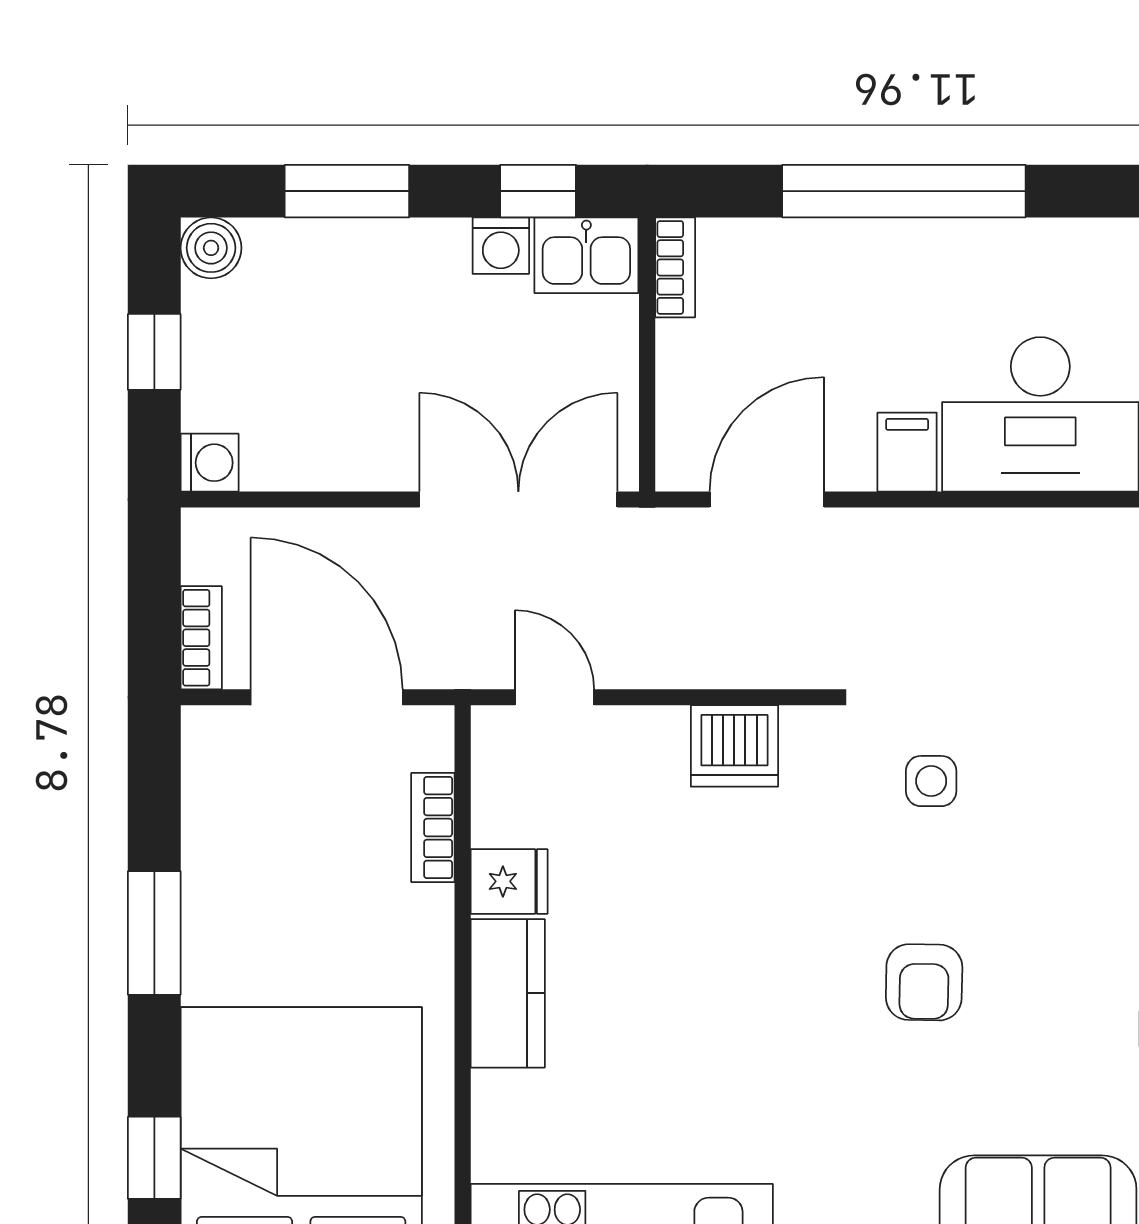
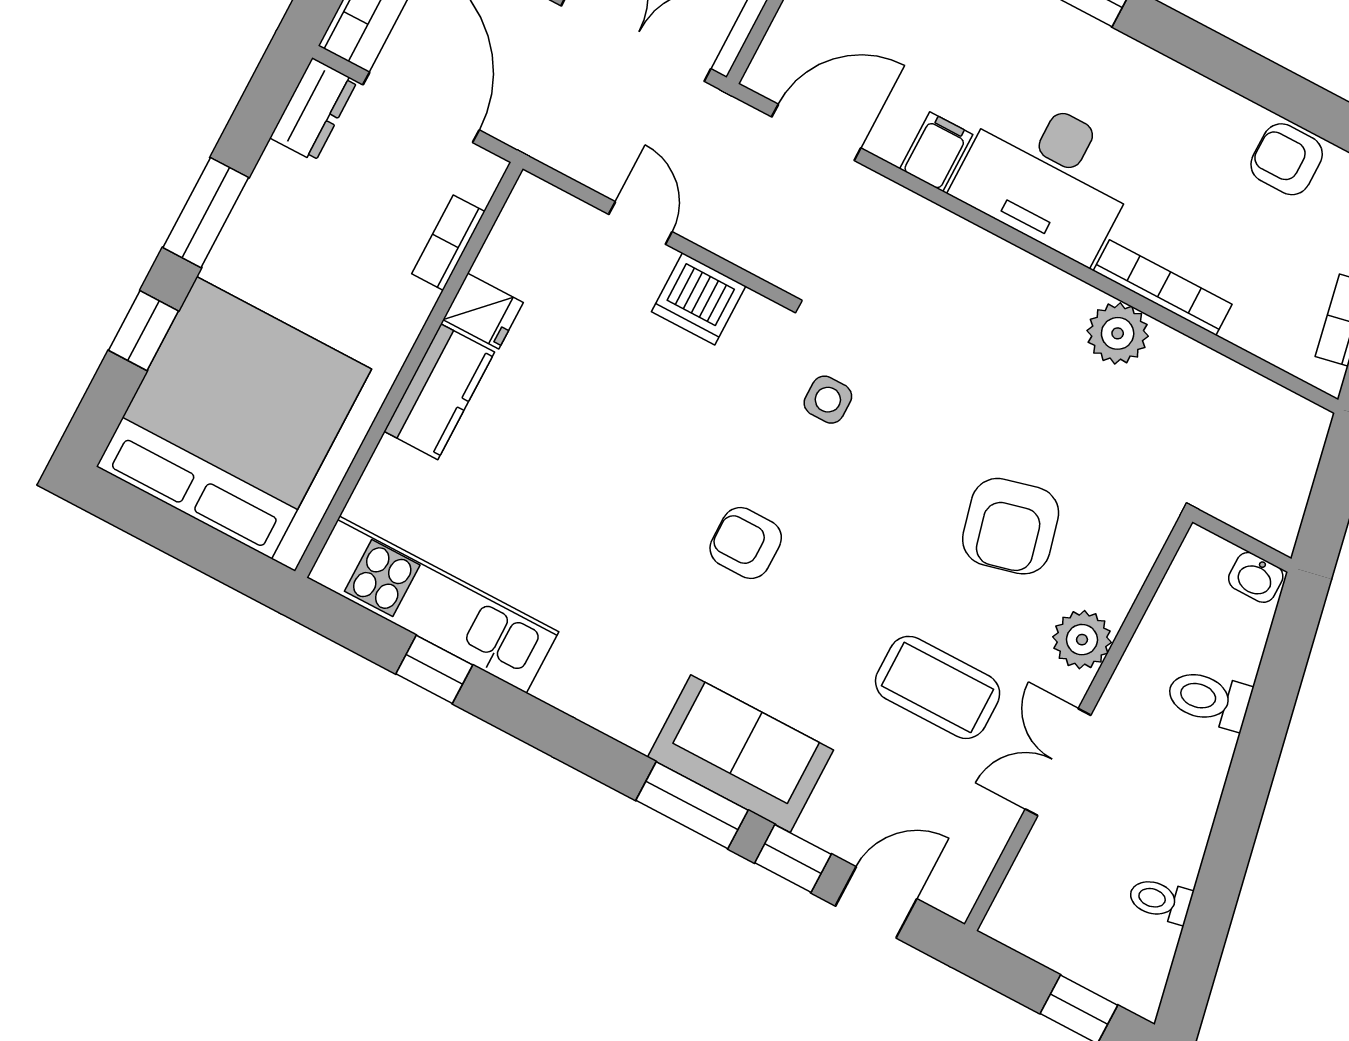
door: (555, 697) -> (640, 223), moved
dresser: (212, 761) -> (314, 110), added
armchair: (924, 982) -> (746, 543), turned 89
window: (154, 1158) -> (144, 331), moved

